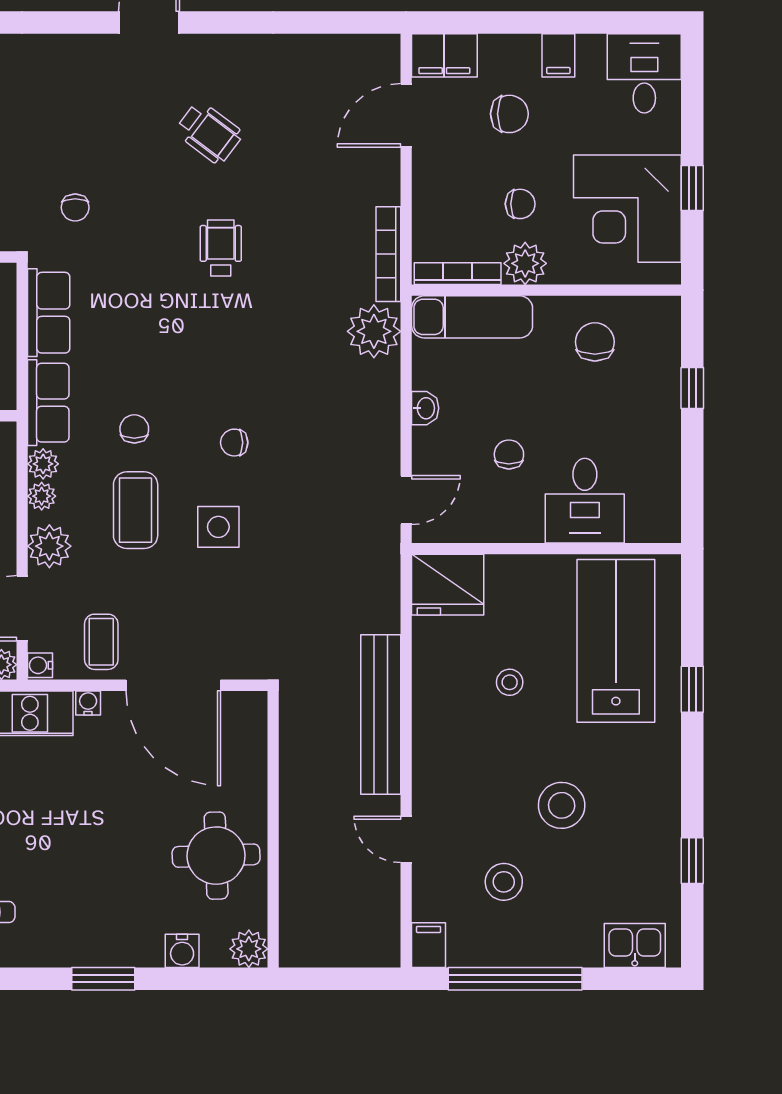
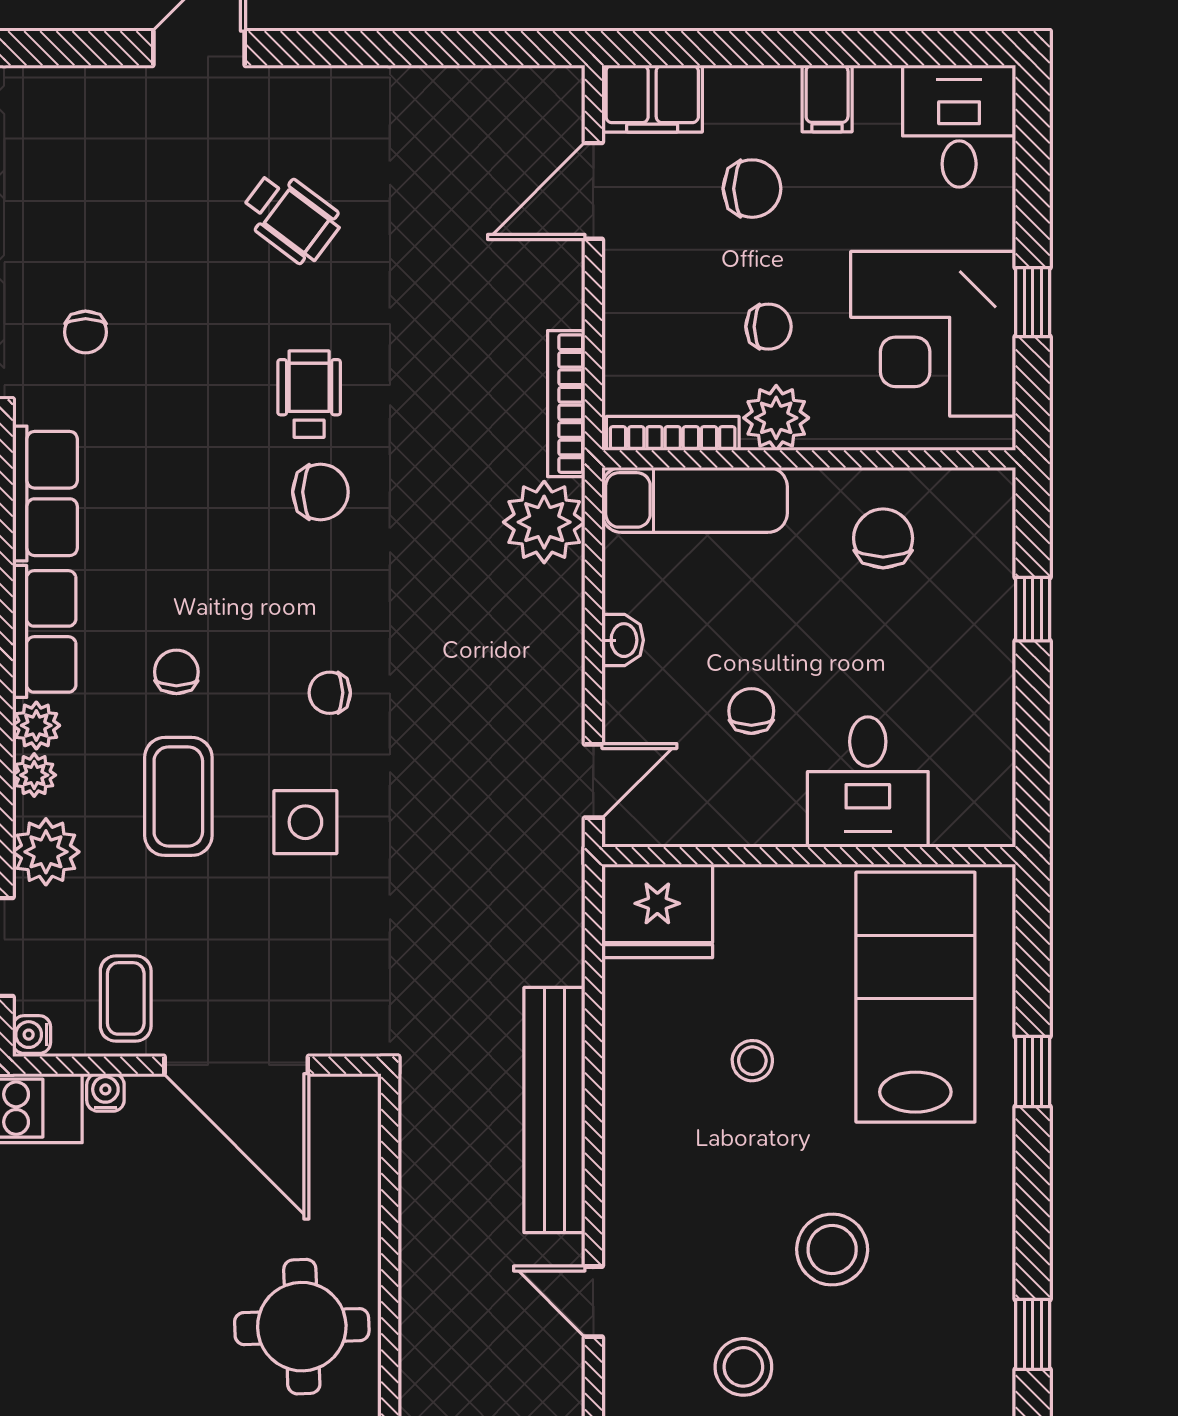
chair: (228, 312) -> (320, 492), added

